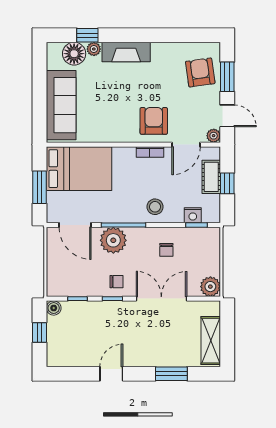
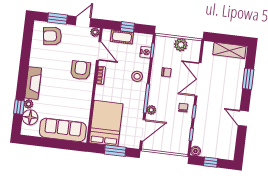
armchair: (154, 121) -> (81, 70), turned 90
plant: (113, 240) -> (151, 110), width x0.53, depth x0.53
plant: (210, 287) -> (181, 45), moved

